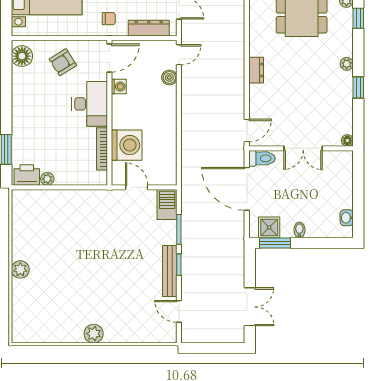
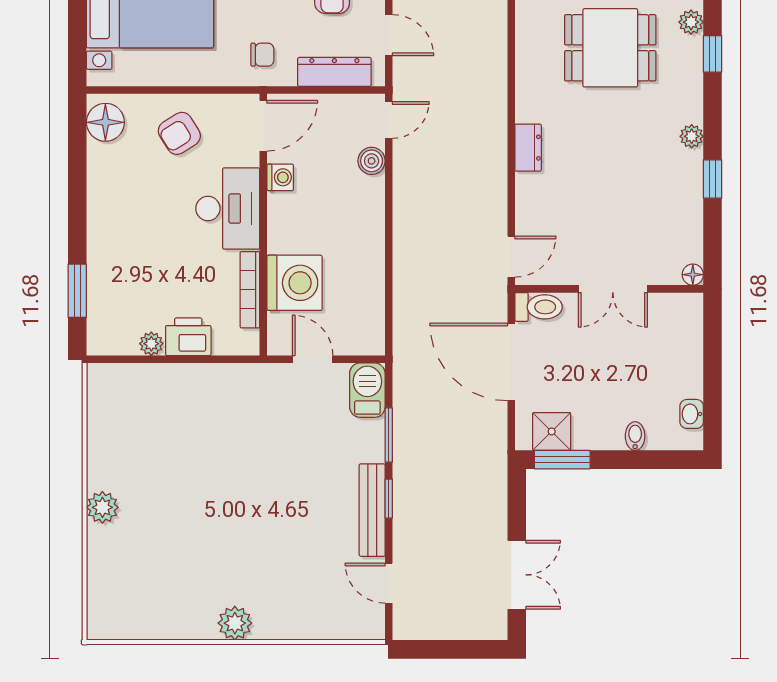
printer: (27, 175) -> (188, 337), moved
bidet: (299, 230) -> (635, 436), moved

